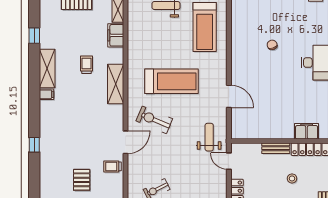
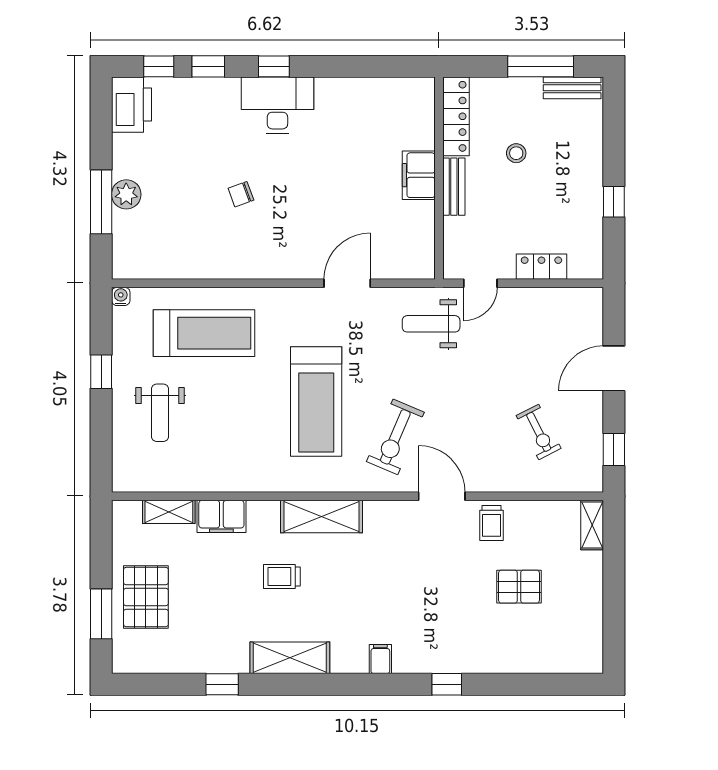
treadmill: (171, 81) -> (316, 402), turned 180
filing cabinet: (46, 94) -> (380, 659), moved
filing cabinet: (307, 131) -> (419, 175), moved

